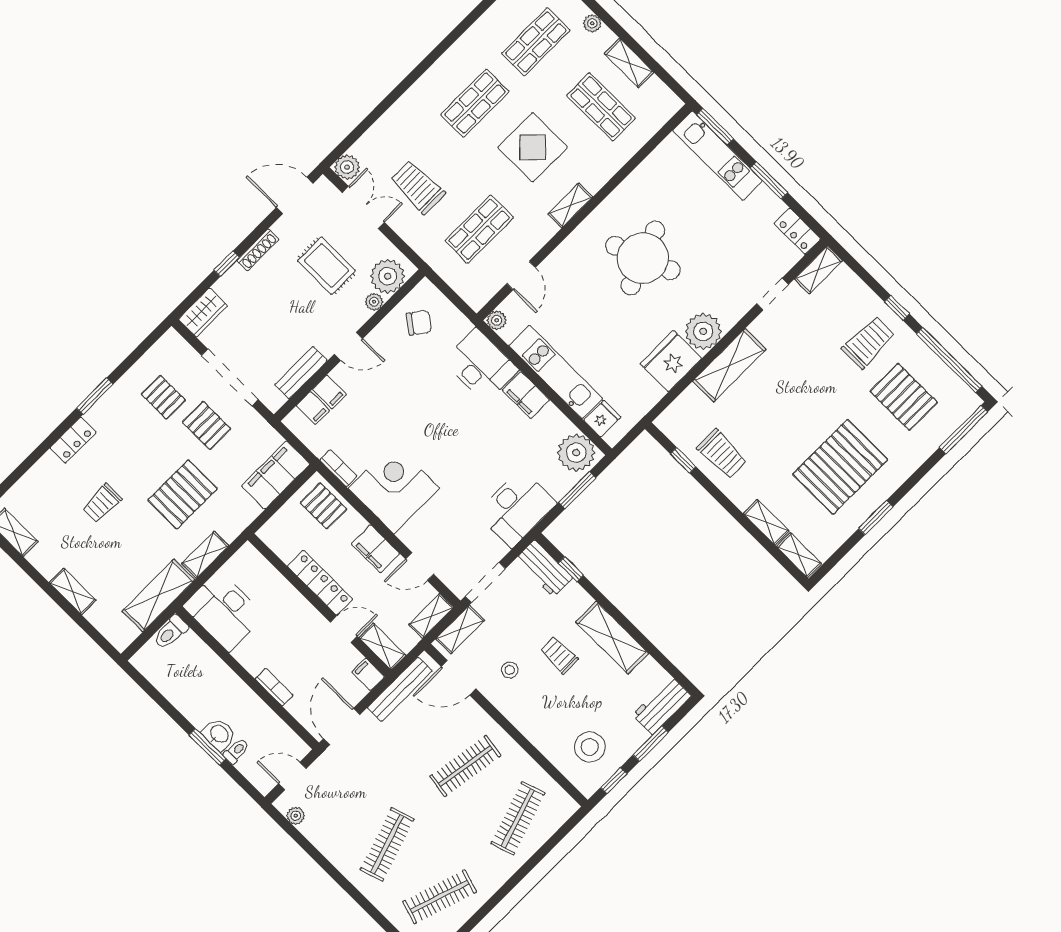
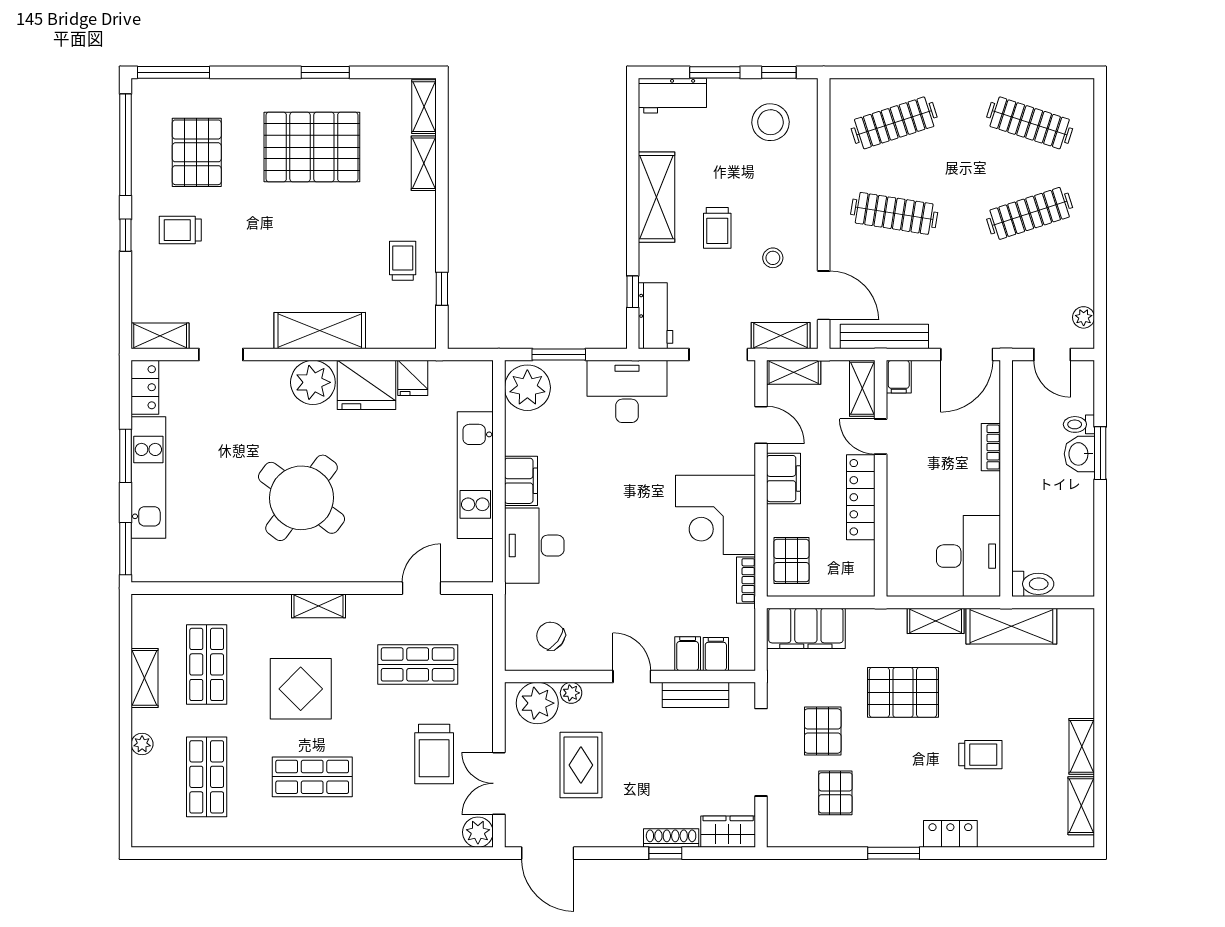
shop shelf: (536, 42) -> (207, 777), turned 90
kitchen unit: (718, 156) -> (148, 477), moved
shoe rack: (258, 250) -> (671, 838), moved
round table: (643, 258) -> (302, 498), turned -32
plant: (497, 320) -> (481, 571), removed
trolley: (868, 342) -> (180, 230), width x0.73, depth x0.72
fridge: (602, 419) -> (413, 378), moved, turned -90
trolley: (722, 454) -> (403, 261), width x0.73, depth x0.72
shelving: (73, 591) -> (1082, 746), moved

